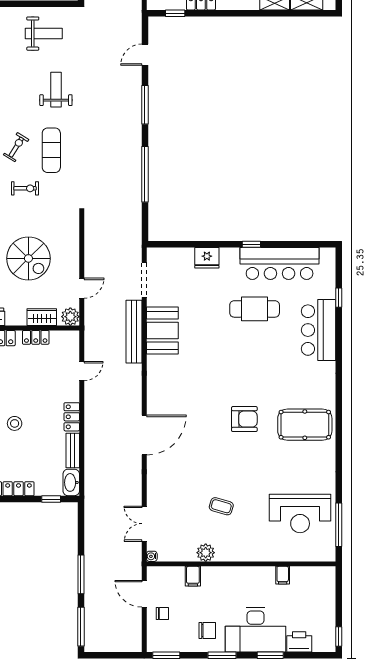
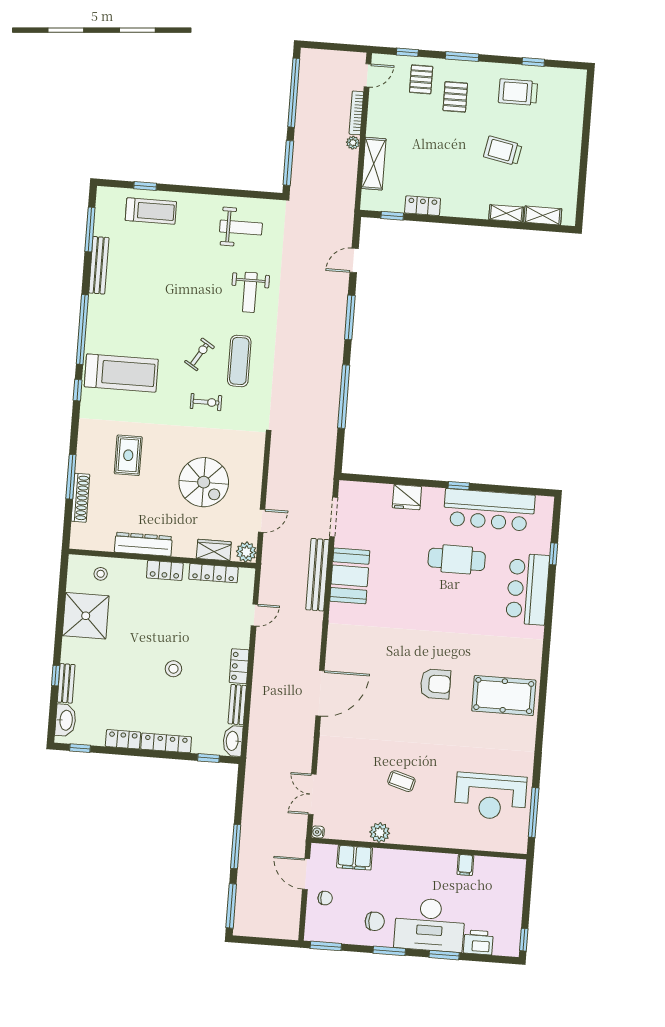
weight bench: (56, 90) -> (250, 292), turned 180
locker: (36, 337) -> (213, 573), width x1.53
filing cabinet: (193, 576) -> (355, 858), width x2.00

